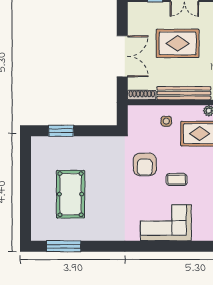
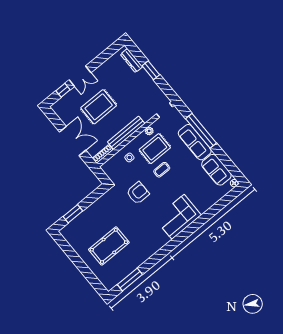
armchair: (145, 164) -> (138, 193), turned -90
coffee table: (177, 180) -> (162, 170), moved
pool table: (71, 194) -> (109, 246), turned 90

